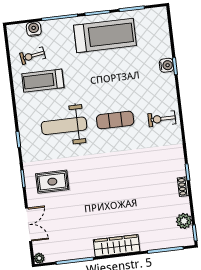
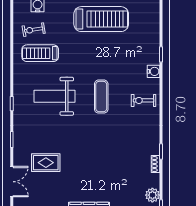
water cooler: (167, 65) -> (154, 71), moved
exercise mat: (115, 120) -> (101, 97), turned 90
rug: (52, 182) -> (46, 163), moved

